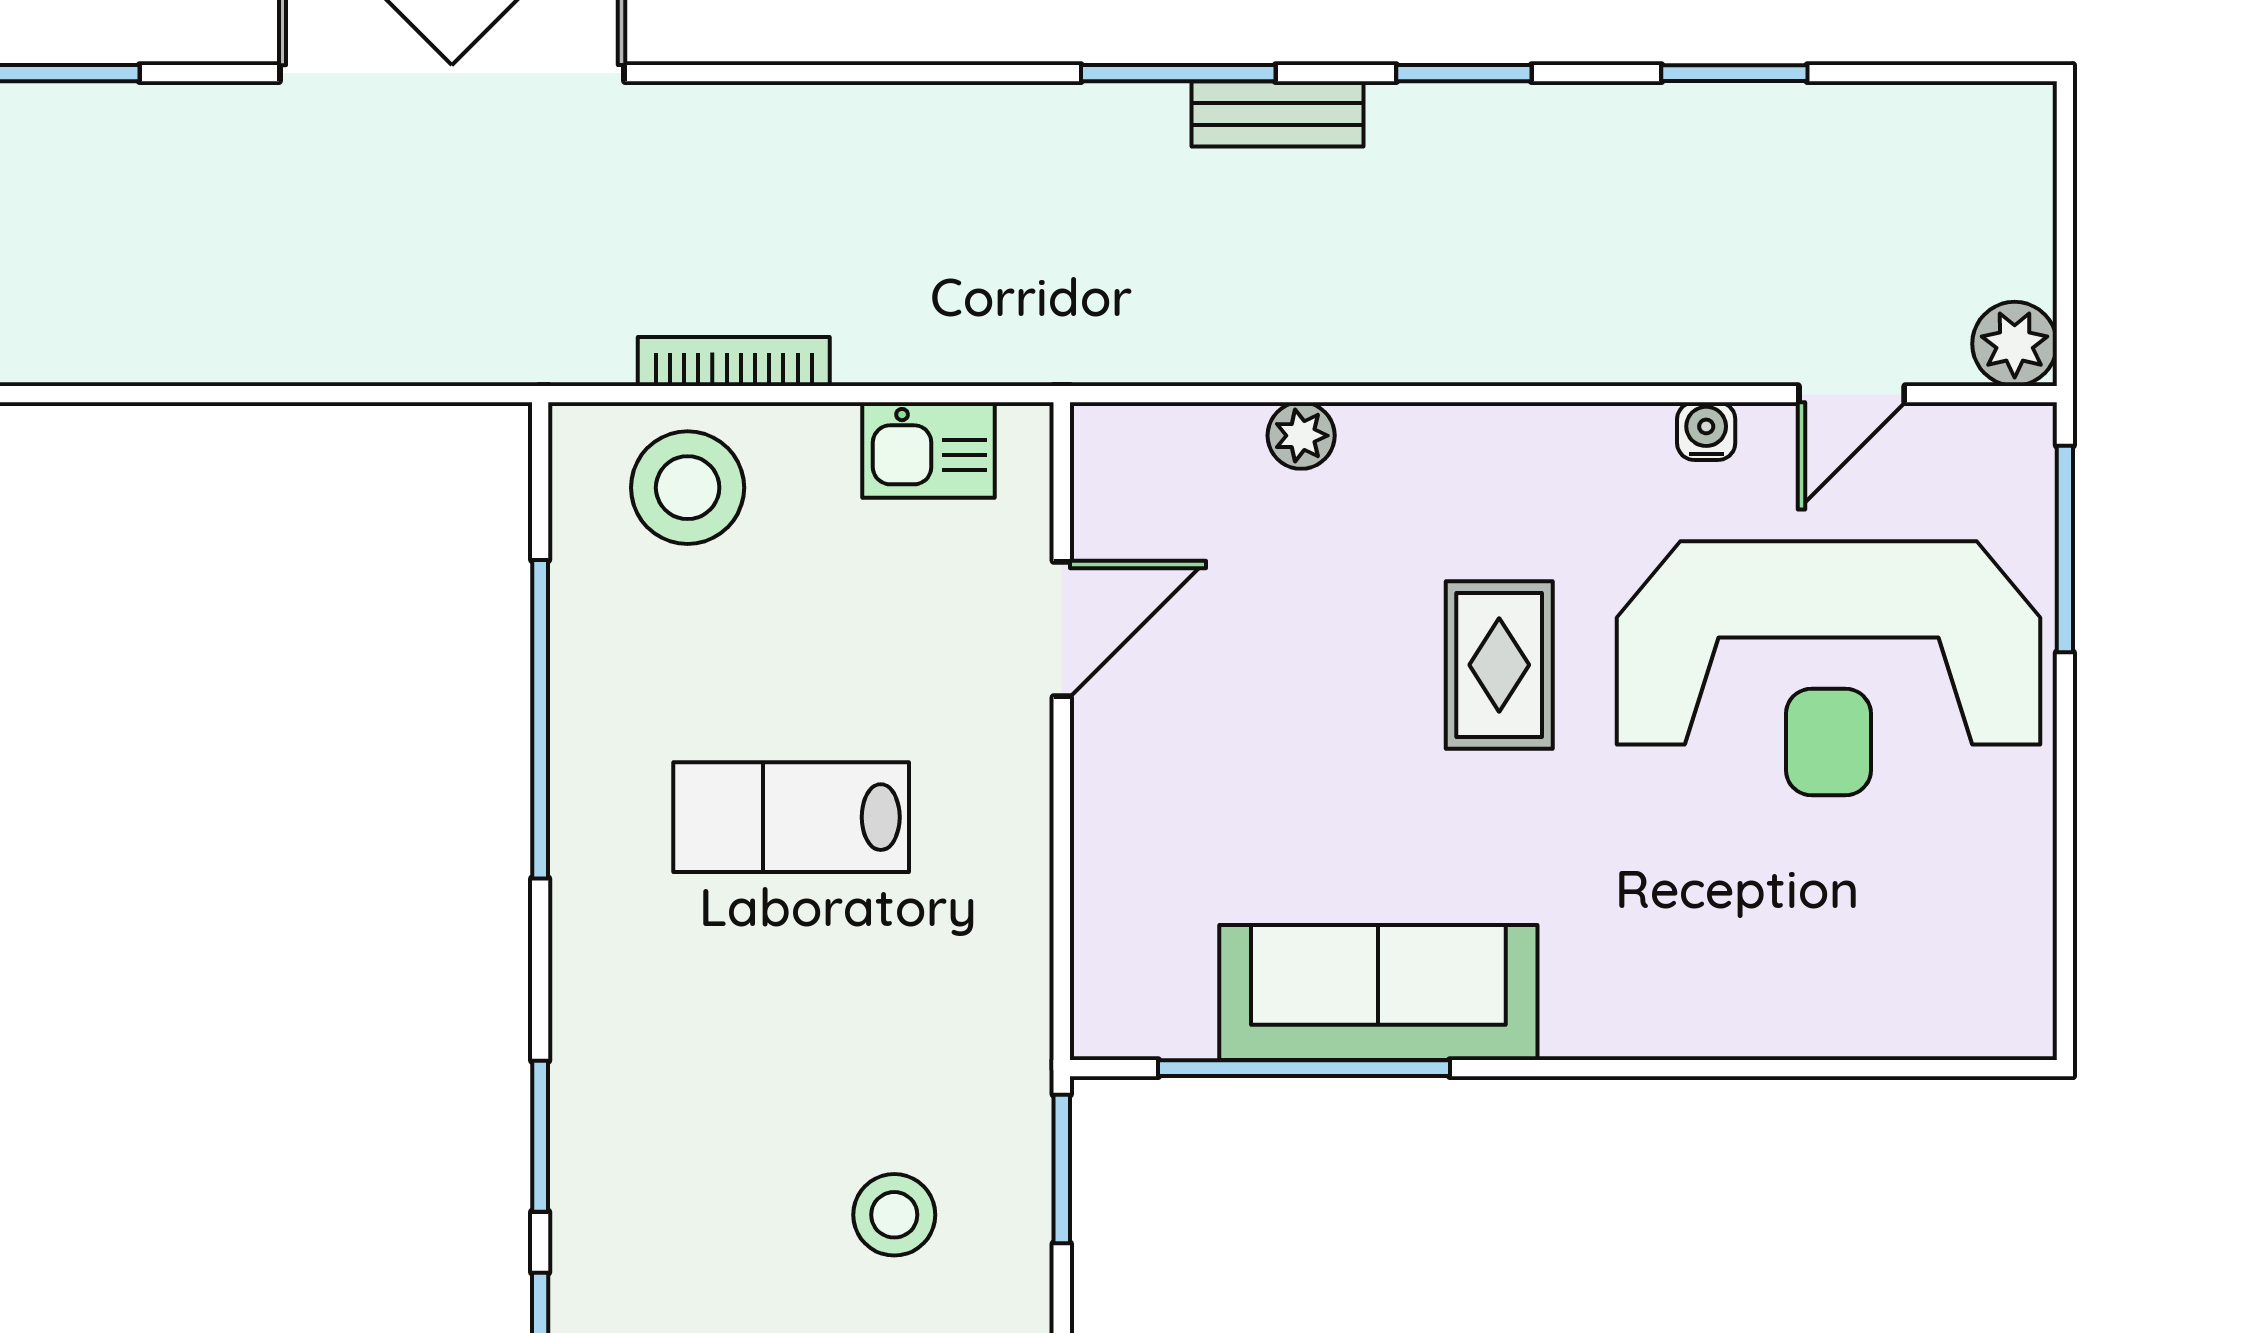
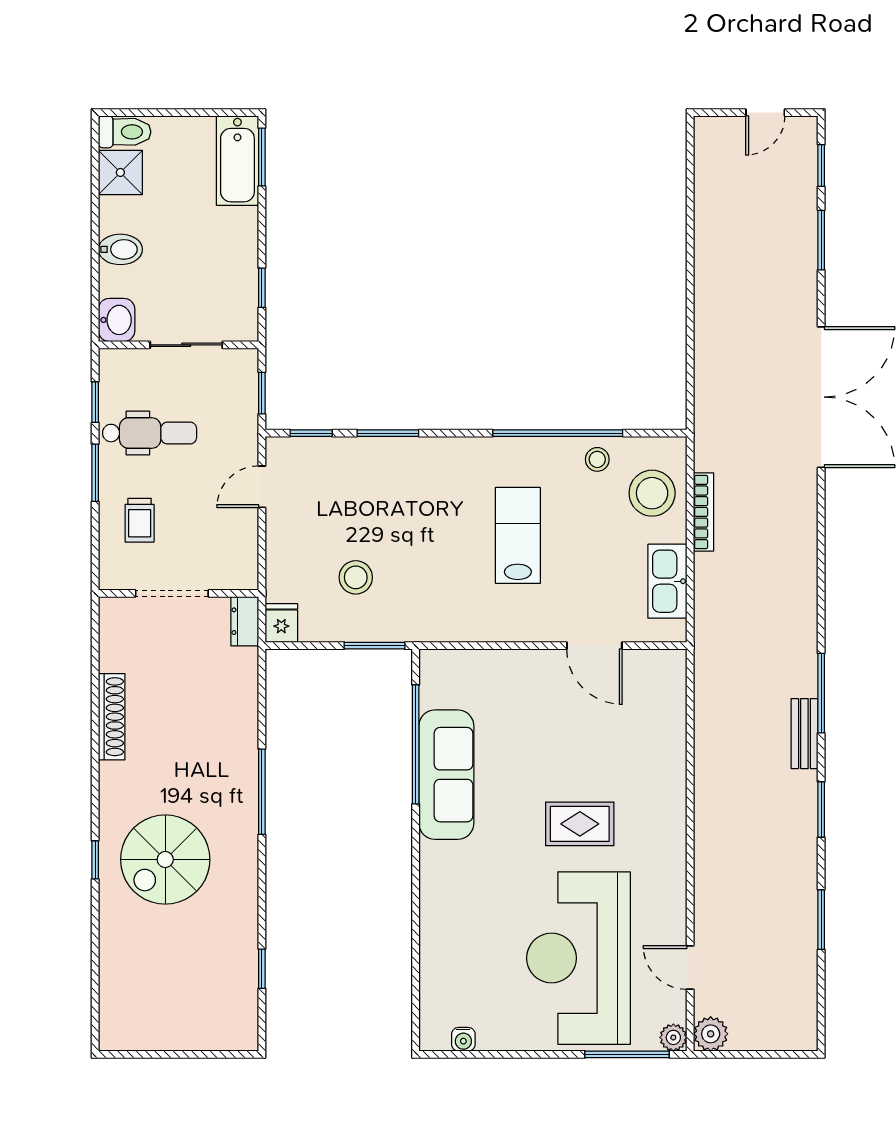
water cooler: (1706, 431) -> (463, 1039), moved, turned 90
plant: (1301, 436) -> (673, 1037), moved
kitchen sink: (928, 450) -> (667, 581), width x1.38
stool: (605, 622) -> (597, 459), added

